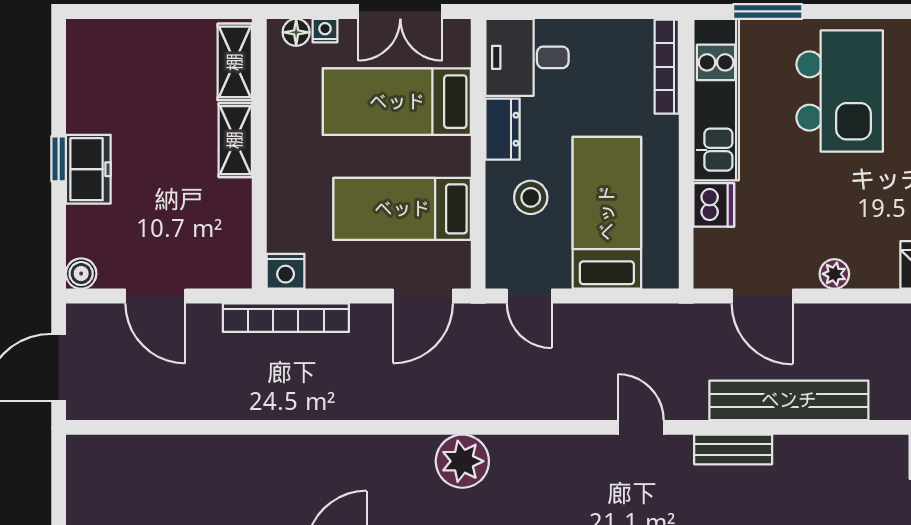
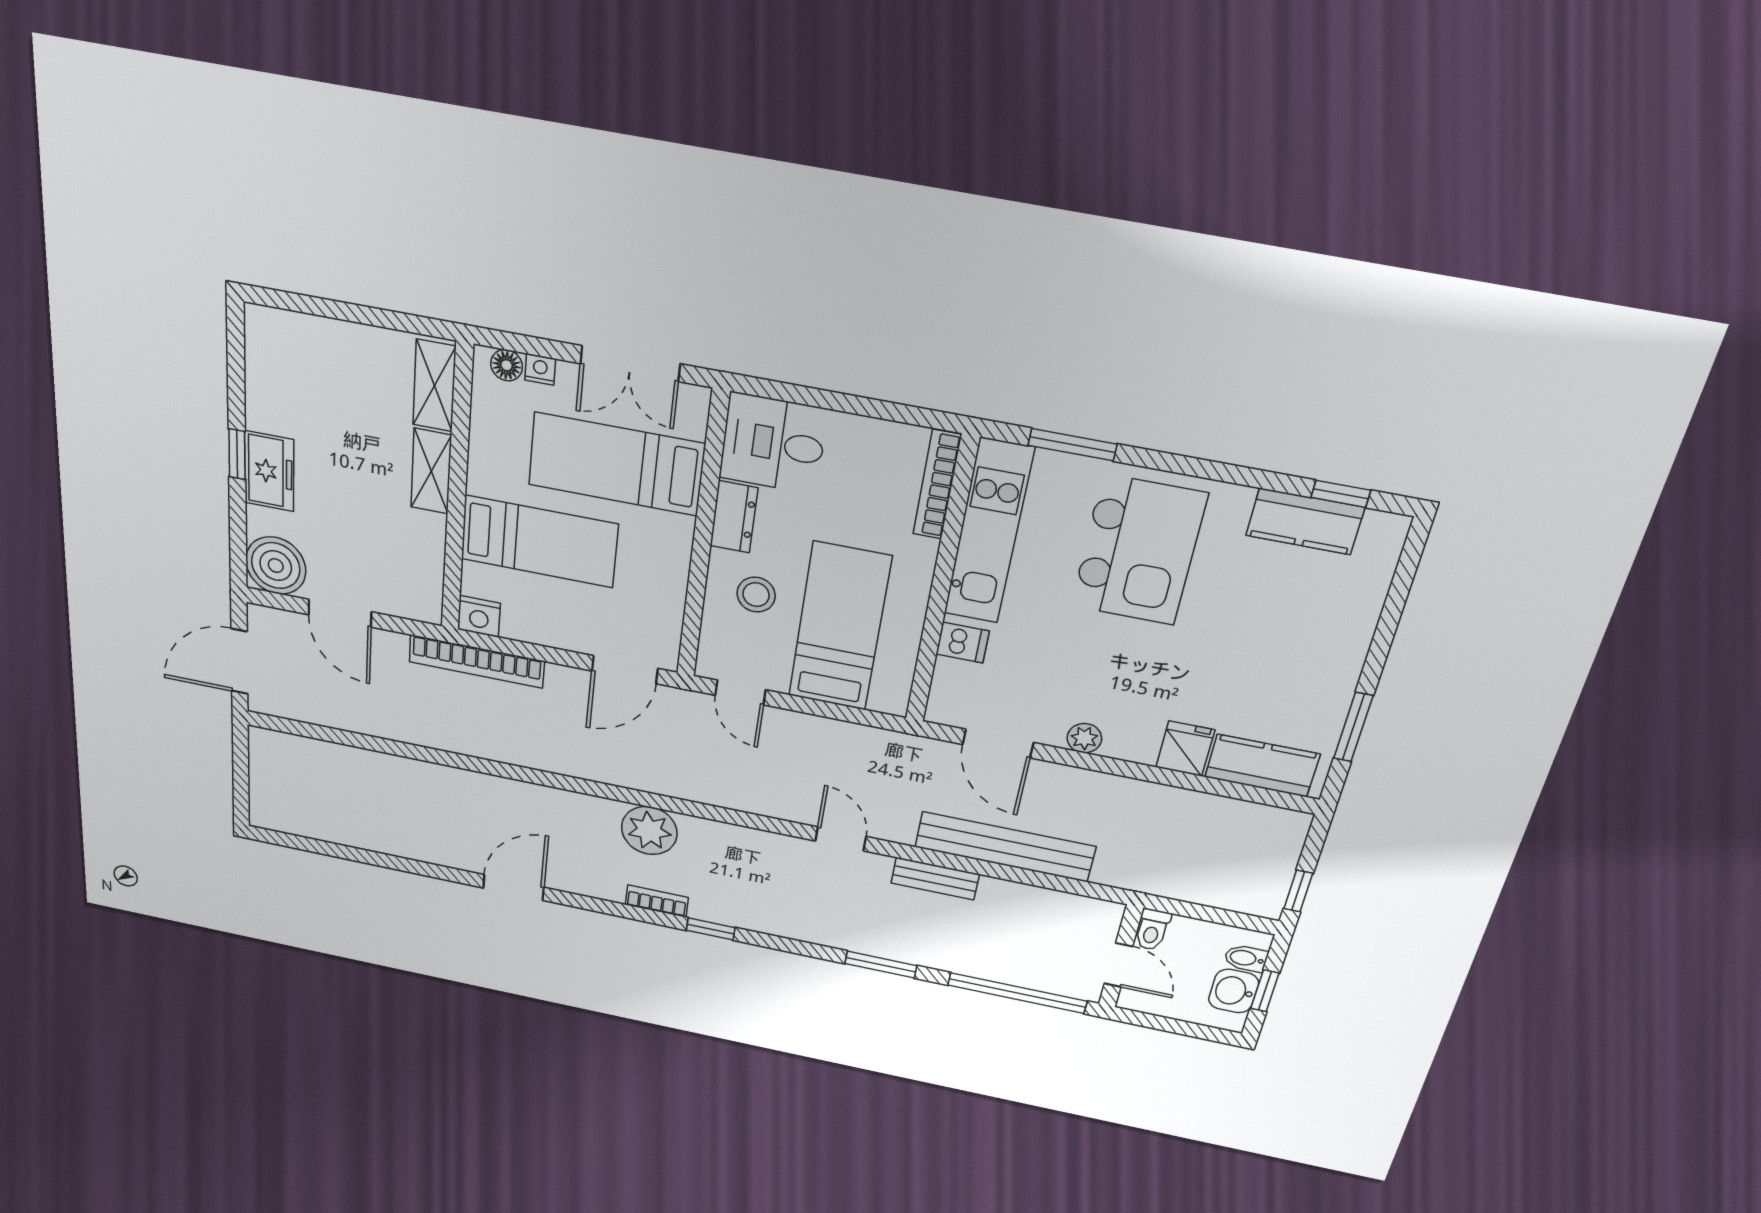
dishwasher: (714, 205) -> (963, 642), width x0.73
bed: (402, 209) -> (539, 542), moved, turned 180
boiler: (81, 274) -> (276, 566), width x1.86, depth x1.86

